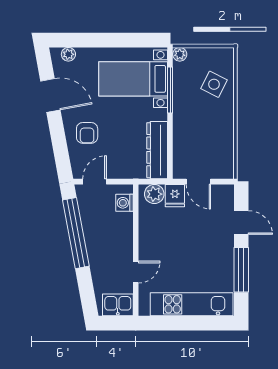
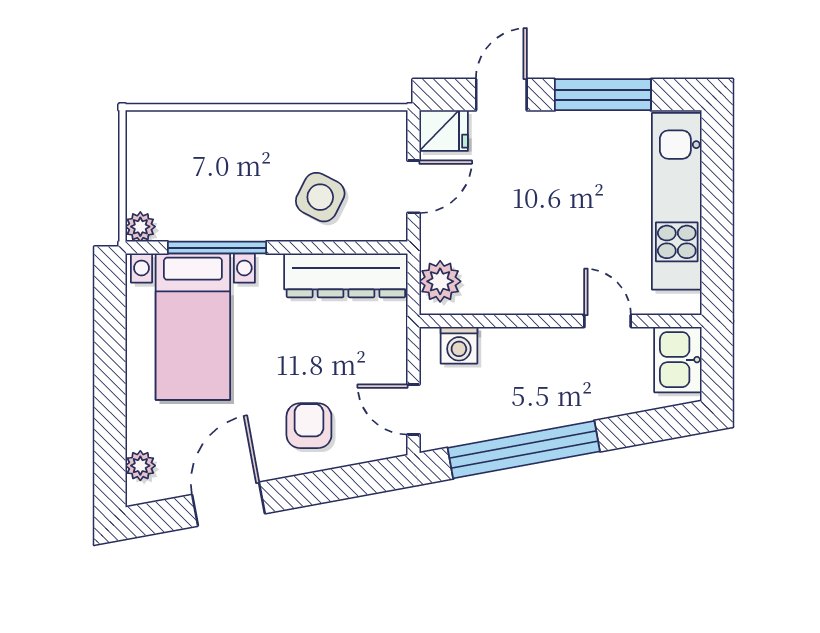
side table: (214, 84) -> (320, 197), moved
armchair: (87, 133) -> (309, 426), turned -90
fridge: (175, 196) -> (444, 131), moved

